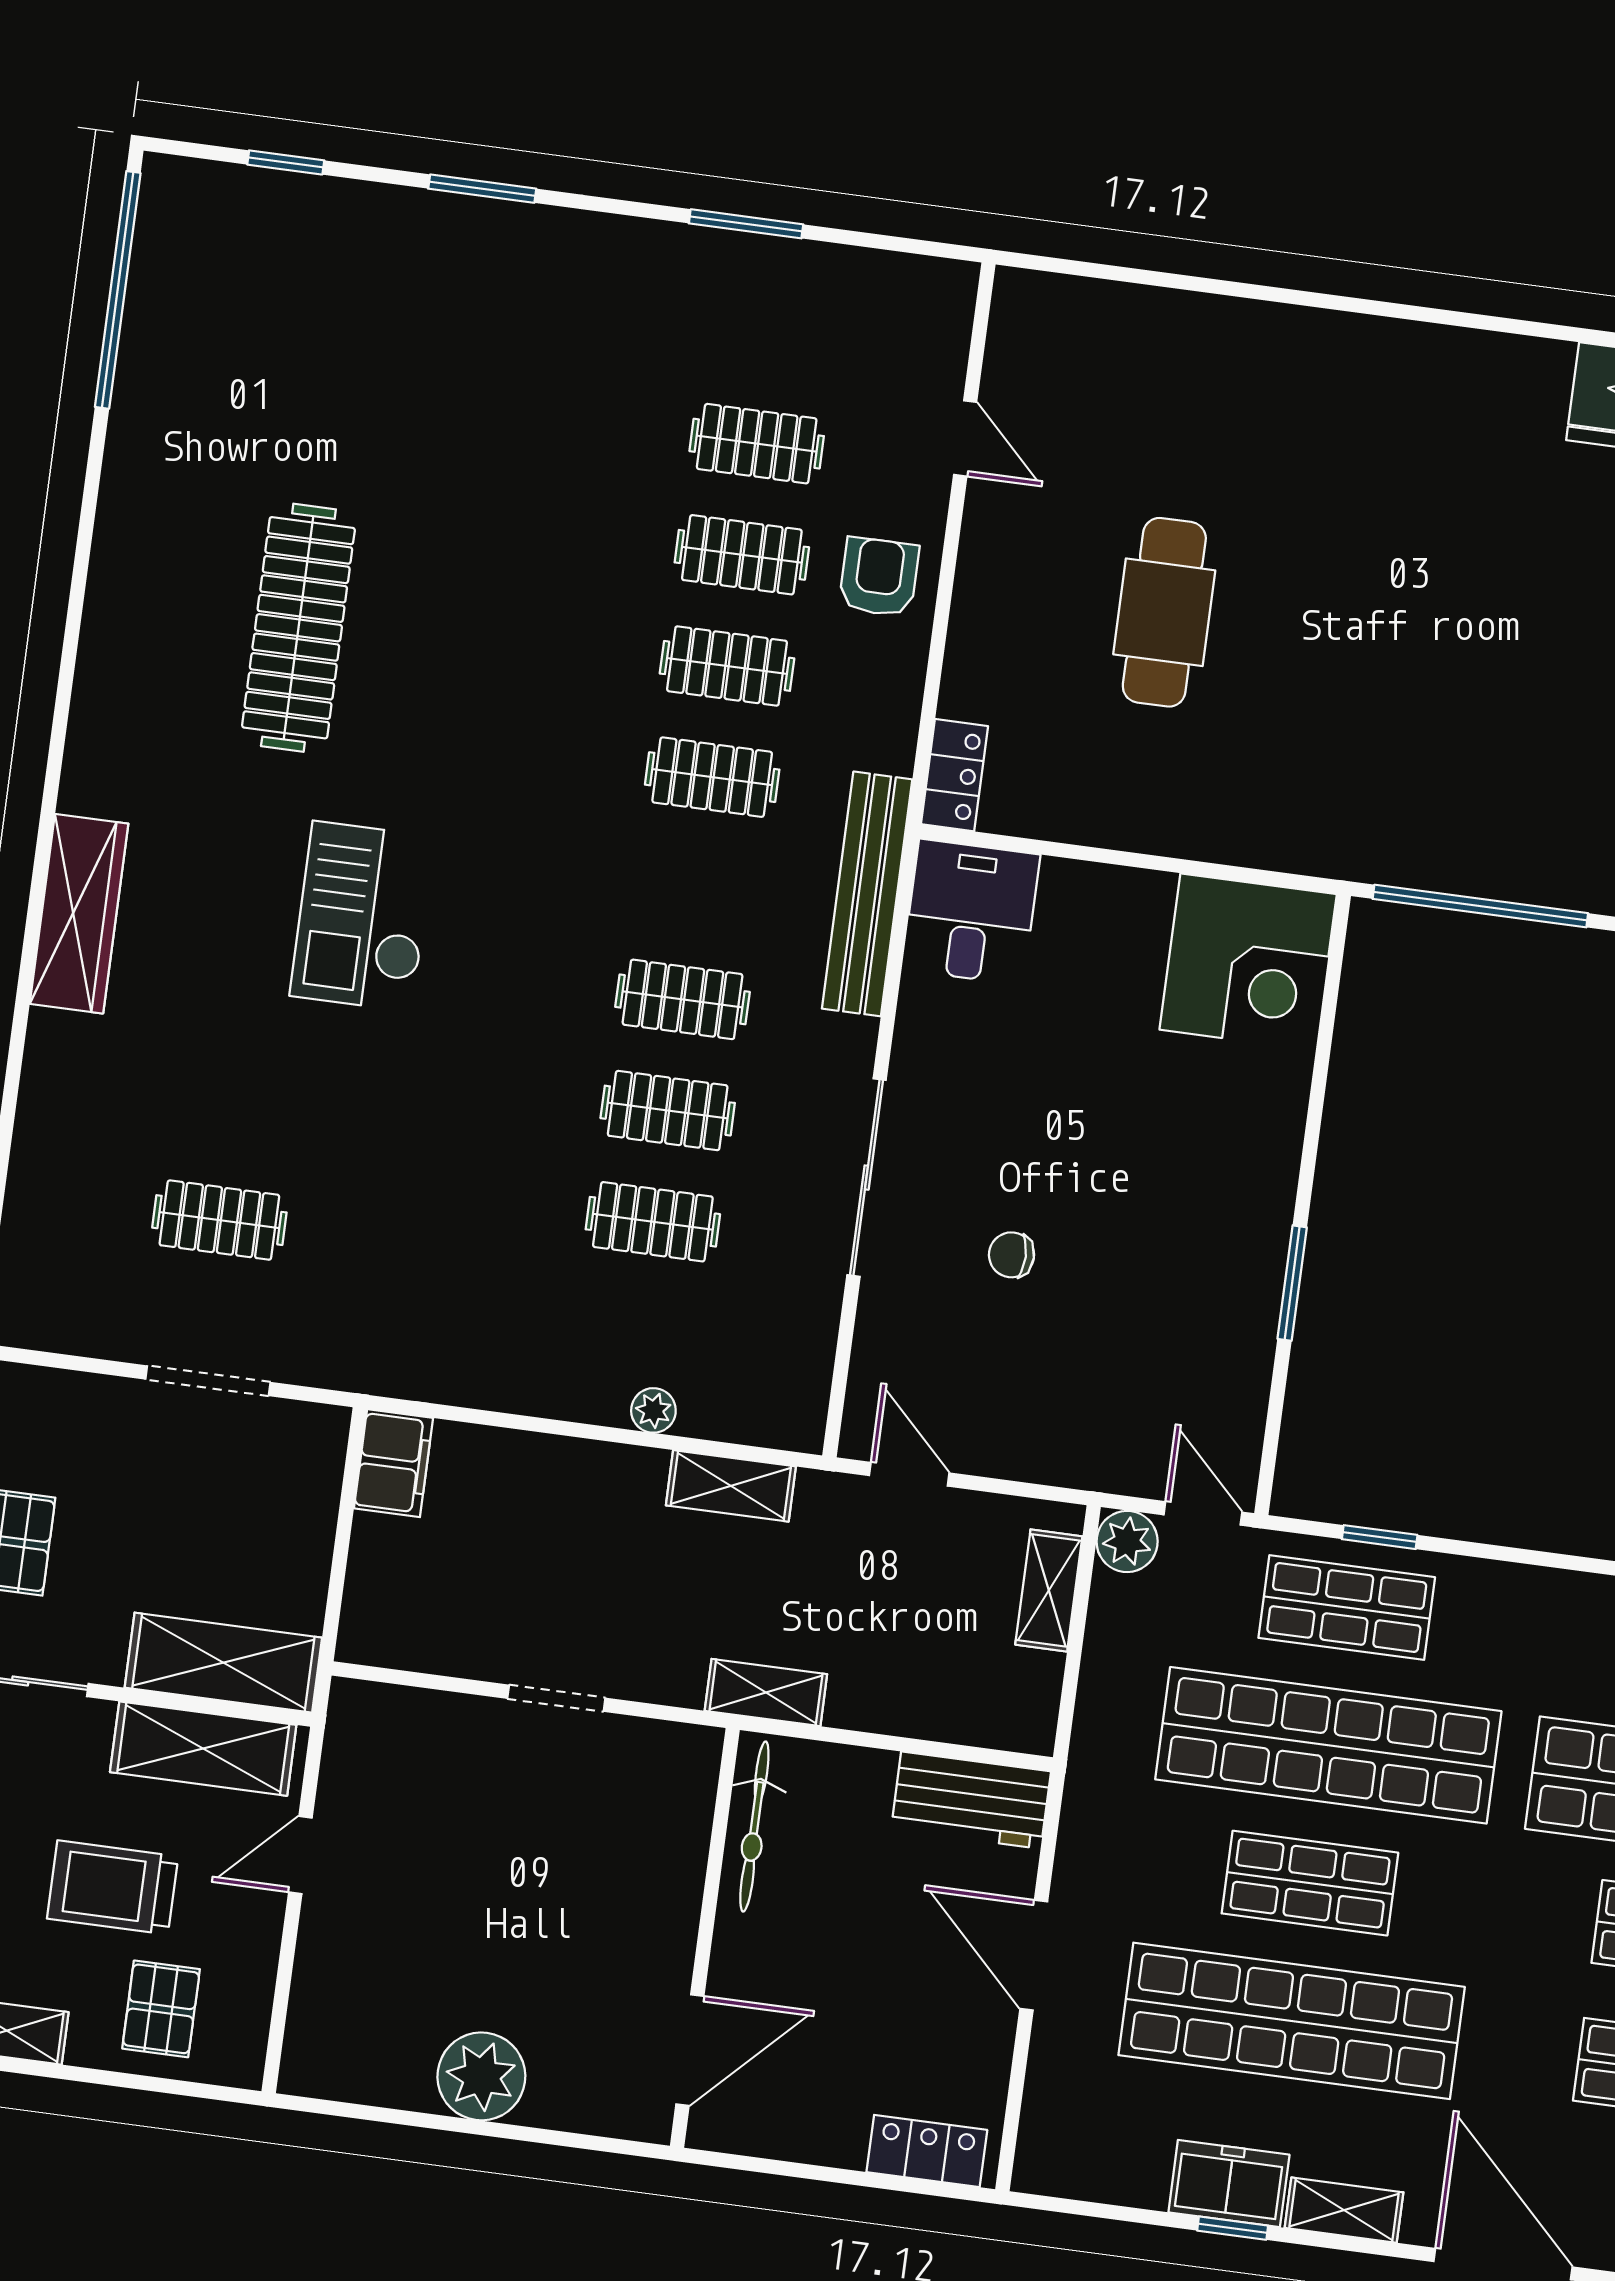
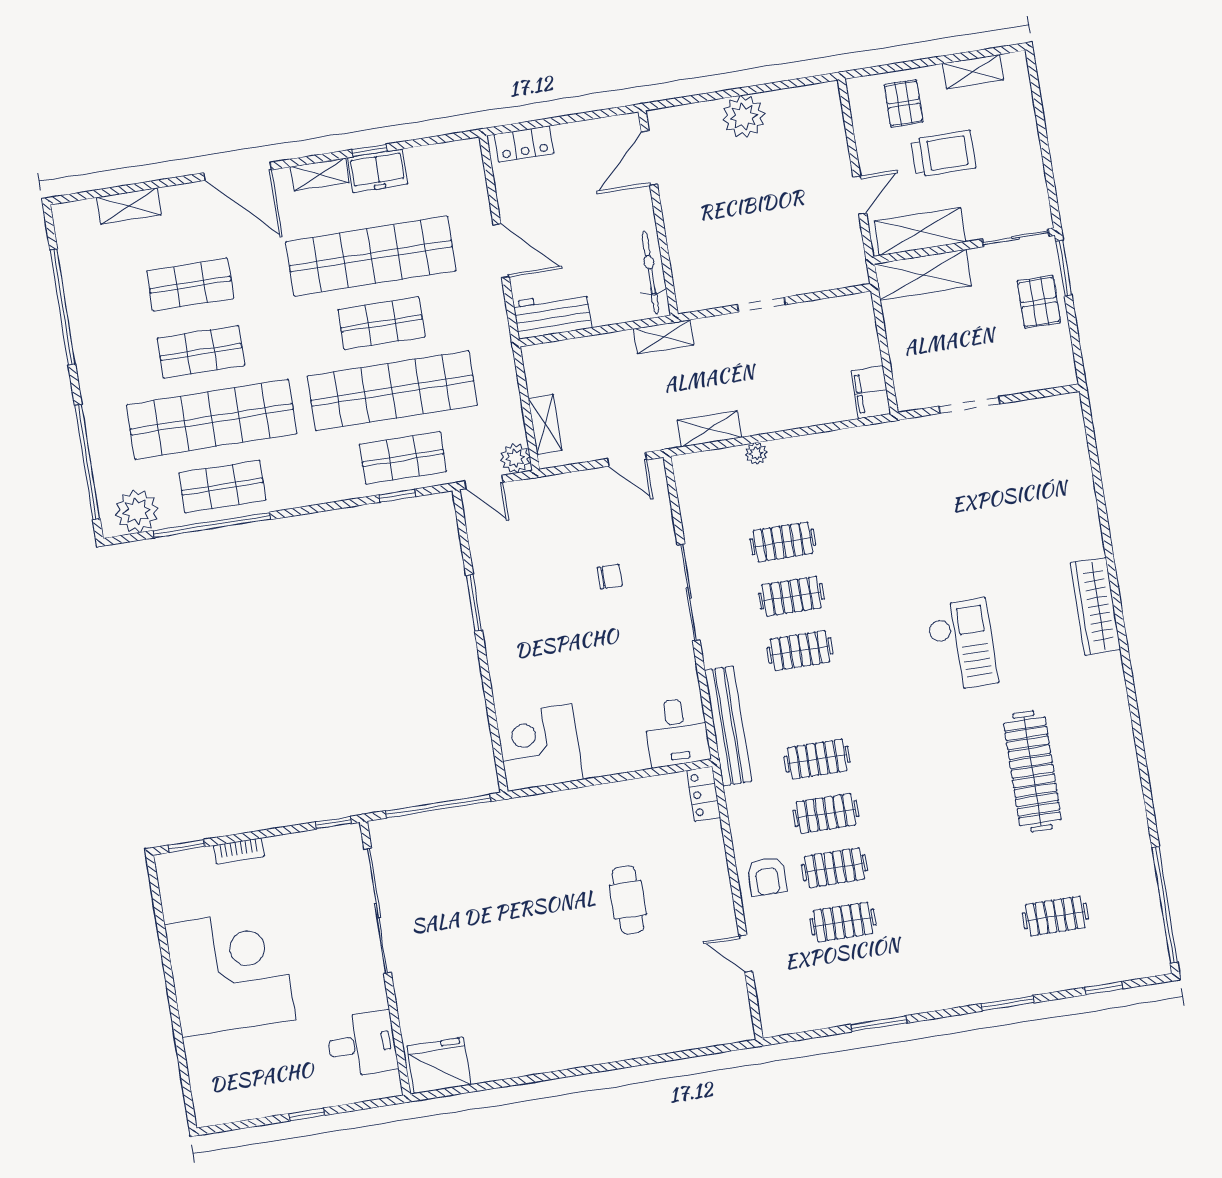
cafe table: (1164, 612) -> (628, 900), width x0.73, depth x0.74
clothes rail: (219, 1220) -> (1055, 916), moved

